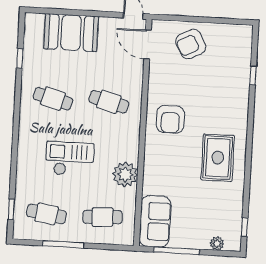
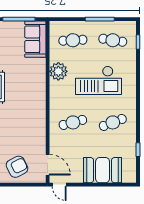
cafe table: (53, 99) -> (113, 122), turned -36
cafe table: (109, 102) -> (73, 122), turned -30
armchair: (170, 119) -> (29, 112), removed
checkout: (70, 159) -> (99, 80), width x1.36, depth x1.21

